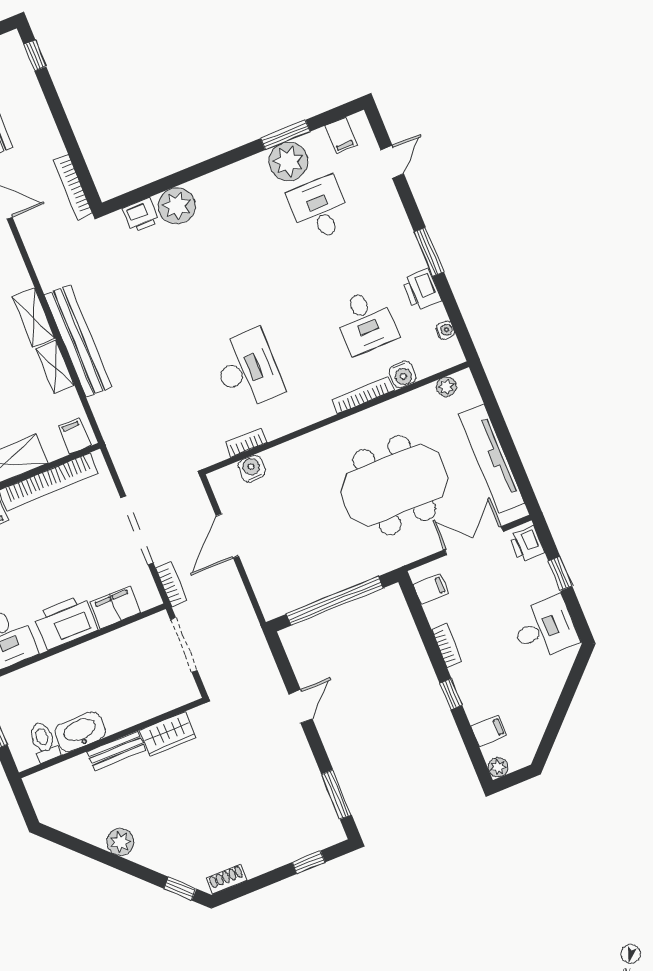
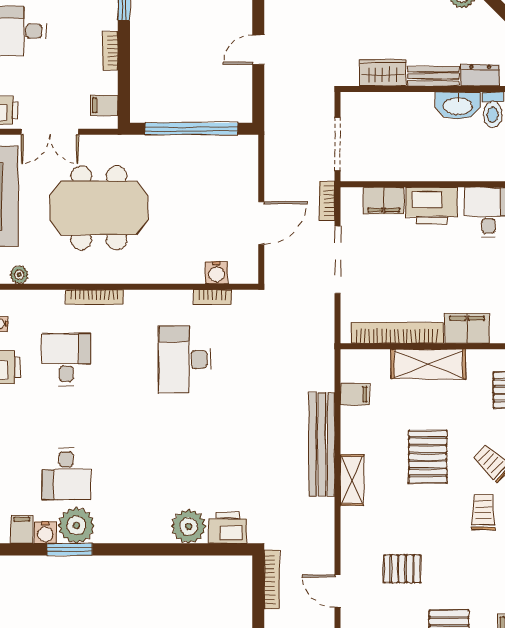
printer: (141, 215) -> (228, 528), width x1.36, depth x1.24
shelving: (55, 367) -> (351, 430), removed
water cooler: (403, 375) -> (45, 532), moved, turned 180
filing cabinet: (75, 436) -> (355, 394), moved, turned -90
dresser: (70, 771) -> (480, 75), added

